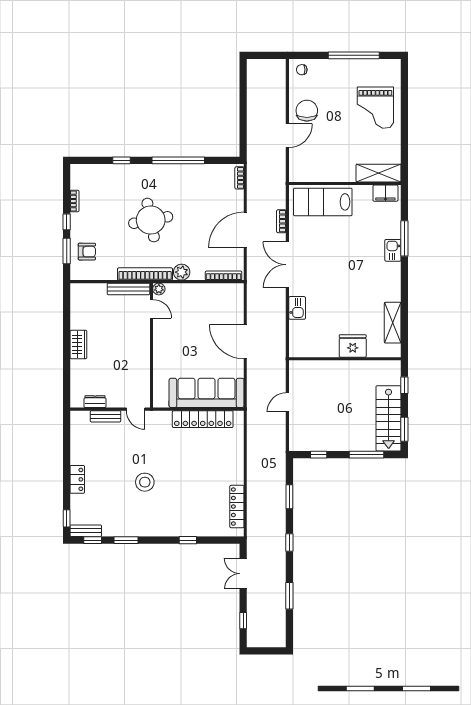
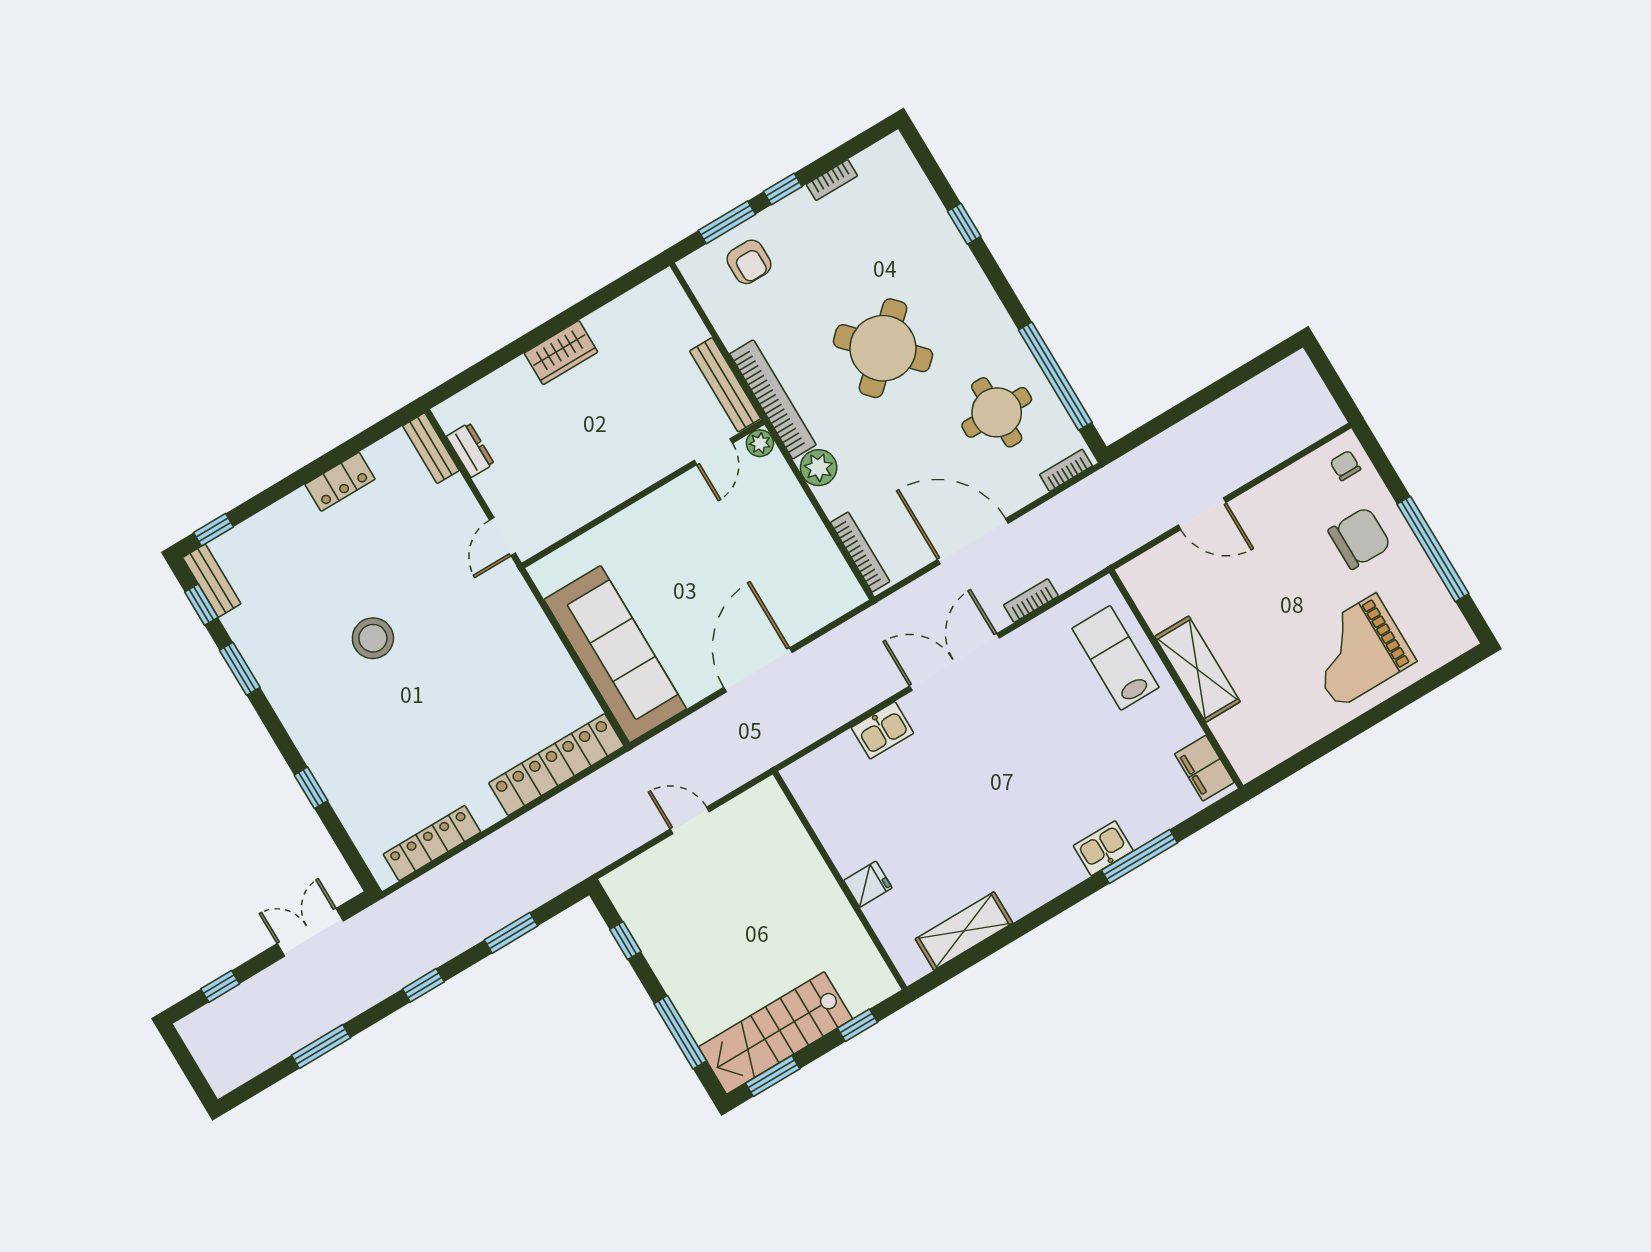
chair: (307, 111) -> (1360, 538), moved
window: (178, 160) -> (1055, 376), moved
shelving: (379, 173) -> (1197, 669), moved
round table: (201, 191) -> (997, 412), added
lab bench: (323, 202) -> (1116, 658), width x0.73, depth x0.72
round table: (151, 220) -> (883, 348), turned -32
fridge: (353, 346) -> (868, 884), width x0.53, depth x0.75
bench: (105, 416) -> (431, 448), moved
locker: (203, 419) -> (556, 765), moved, turned 90
locker: (77, 479) -> (340, 482), moved

